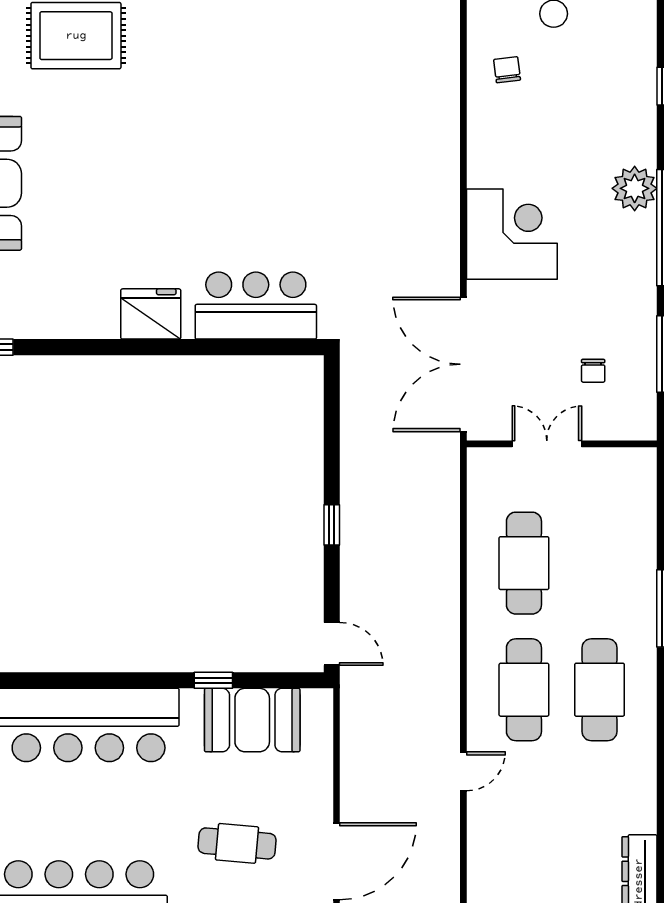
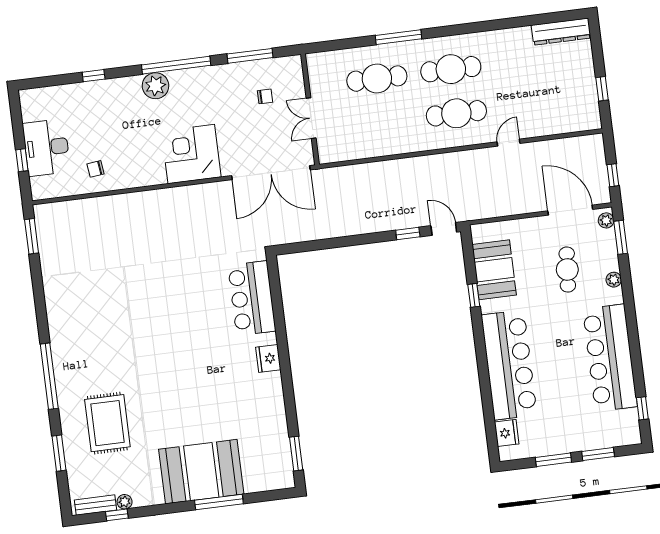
fridge: (151, 314) -> (268, 358), width x0.73, depth x0.75
window: (332, 525) -> (408, 233), moved
cafe table: (524, 563) -> (377, 79), moved
door: (332, 644) -> (444, 229), hinge flipped
door: (463, 771) -> (508, 143), hinge flipped

